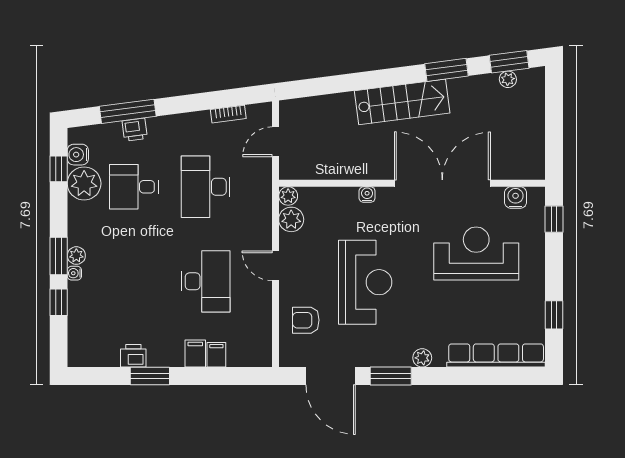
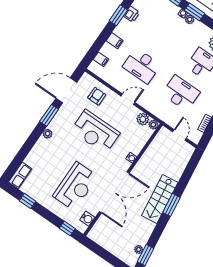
window: (446, 70) -> (171, 205), moved
filing cabinet: (216, 355) -> (101, 59), moved
row of seats: (496, 356) -> (20, 175), width x0.50

